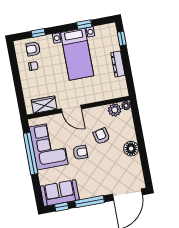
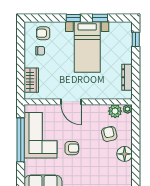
window: (38, 33) -> (73, 18), moved
dresser: (118, 64) -> (127, 77), moved
wardrobe: (44, 105) -> (31, 80), moved, turned 90
armchair: (101, 136) -> (109, 134), moved

